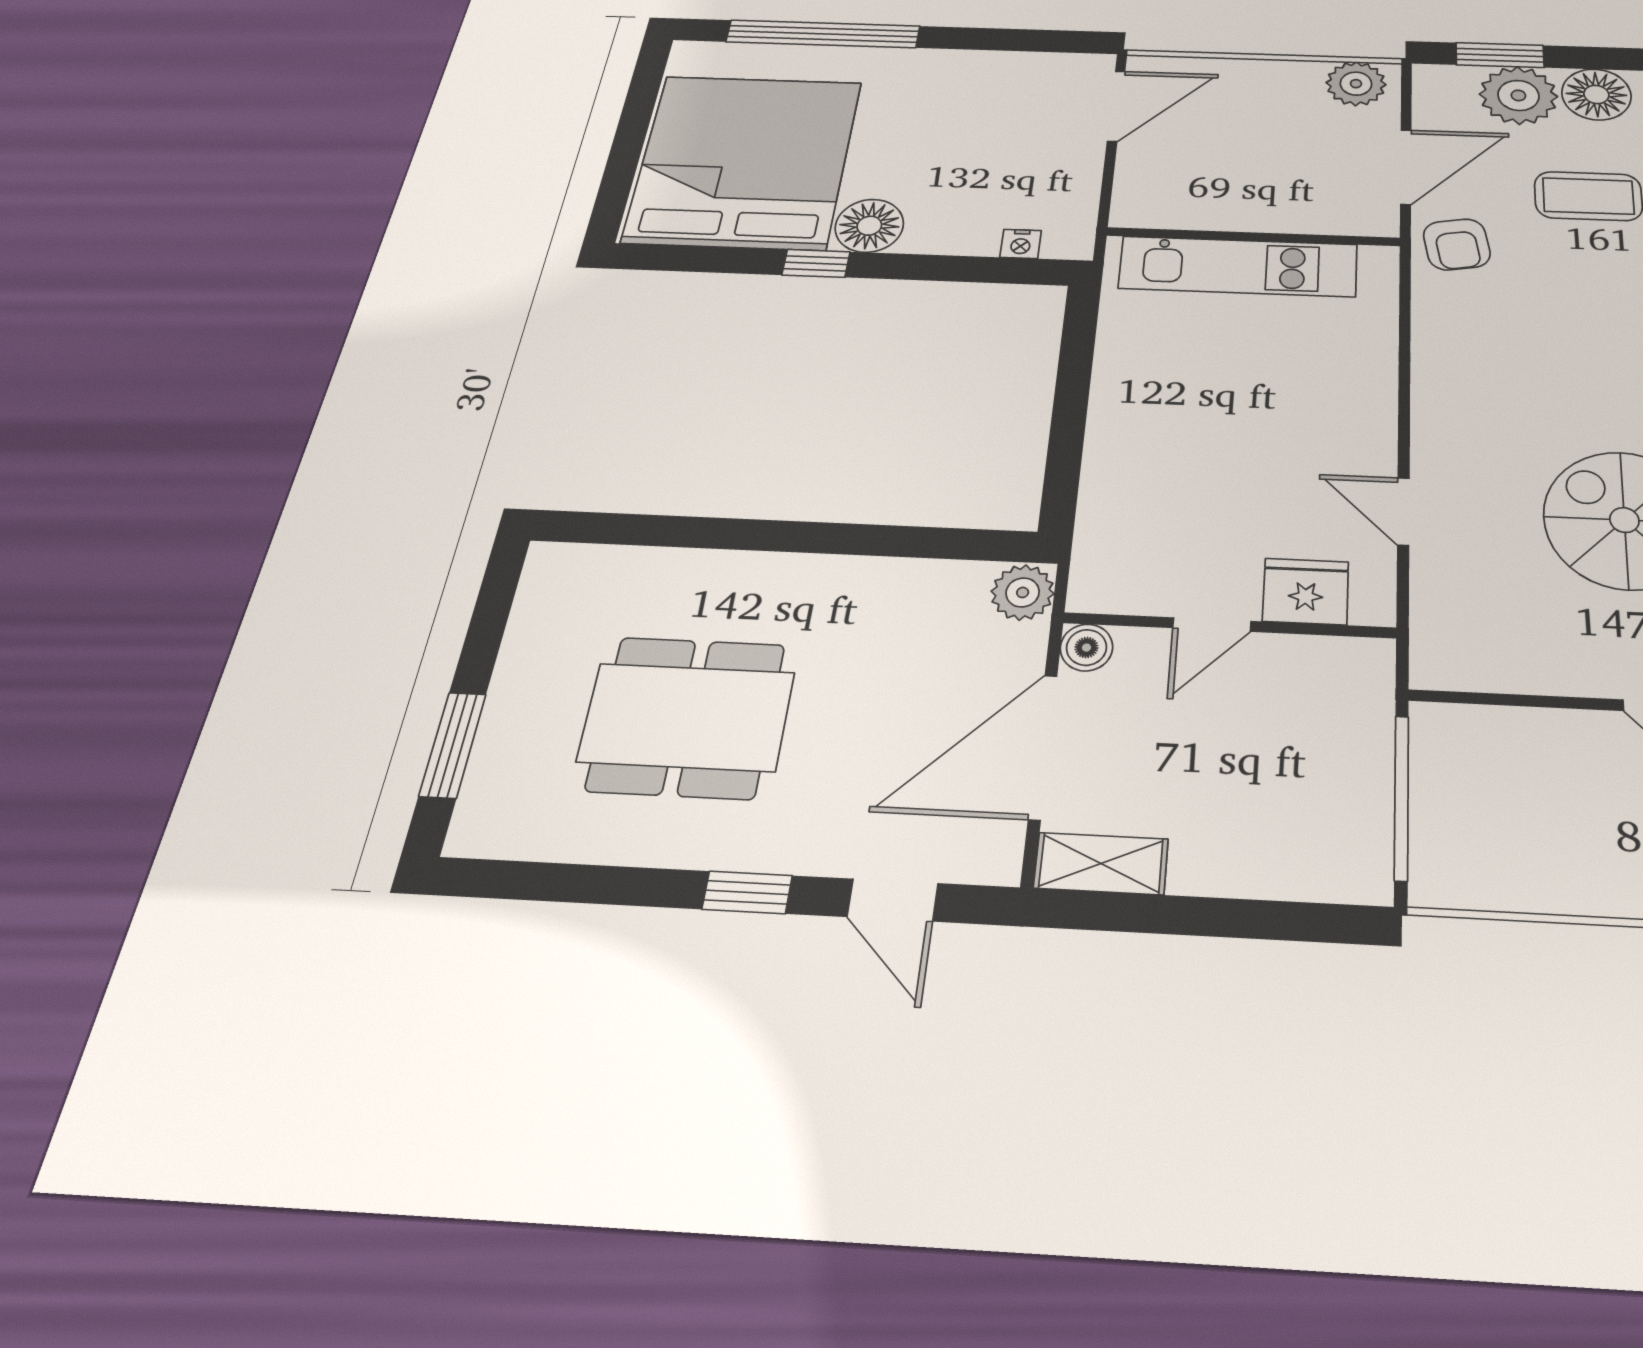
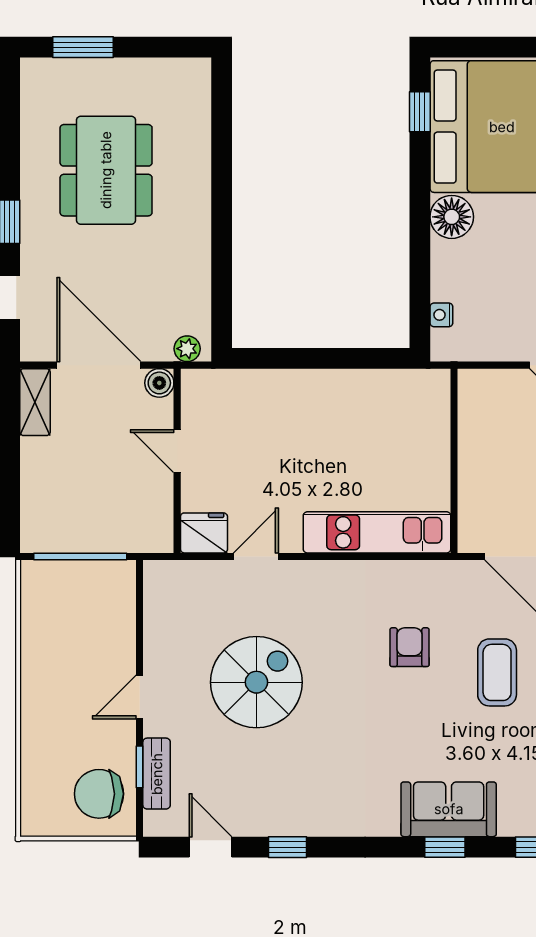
armchair: (1457, 244) -> (410, 647), moved, turned 100
window: (816, 263) -> (420, 112), moved
kitchen unit: (1238, 266) -> (377, 532), moved, turned 90
fridge: (1306, 591) -> (204, 533), moved, turned -90
plant: (1023, 592) -> (187, 349), width x0.73, depth x0.73

